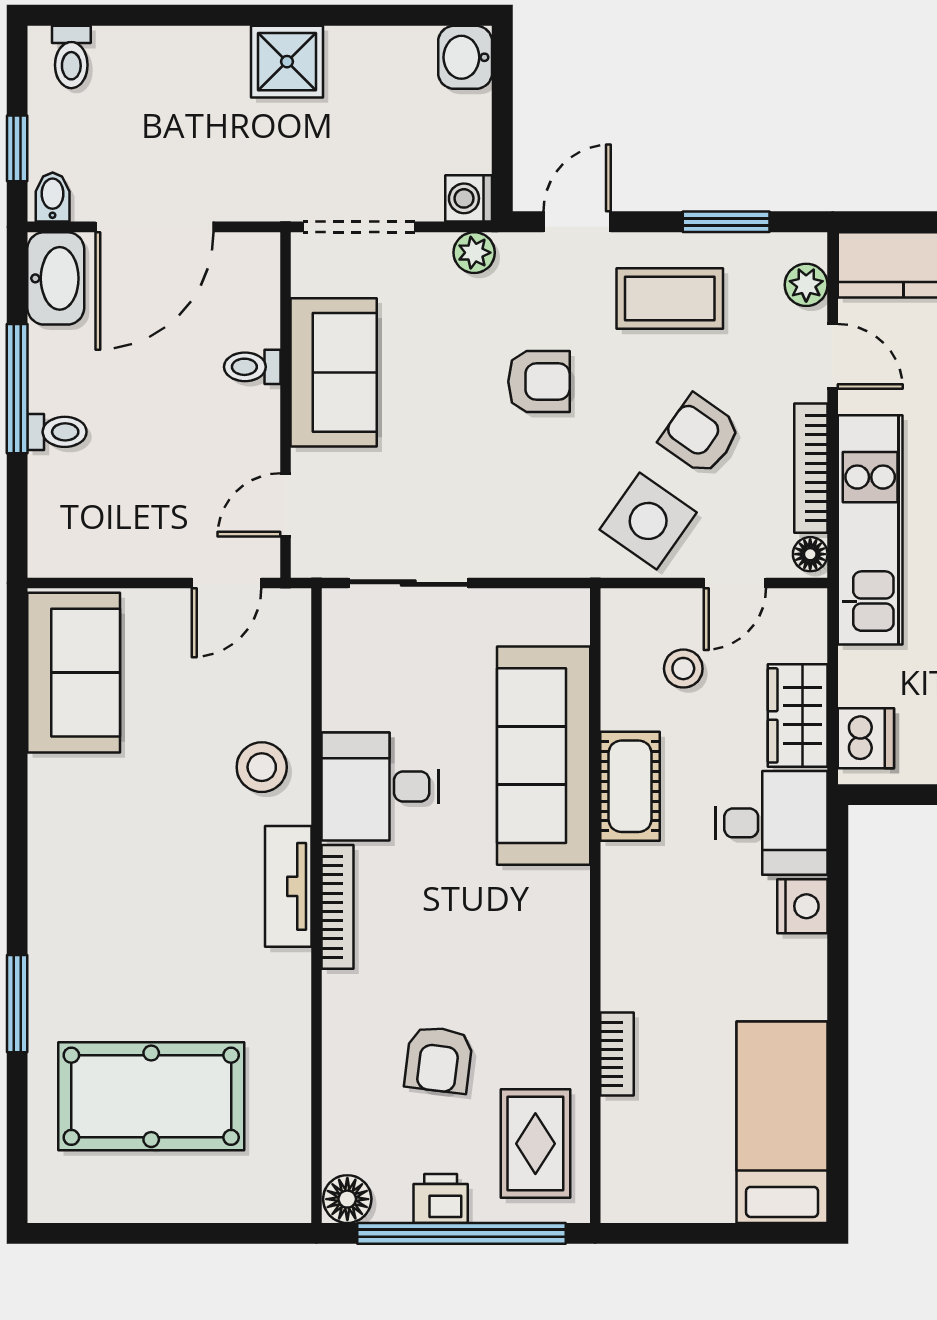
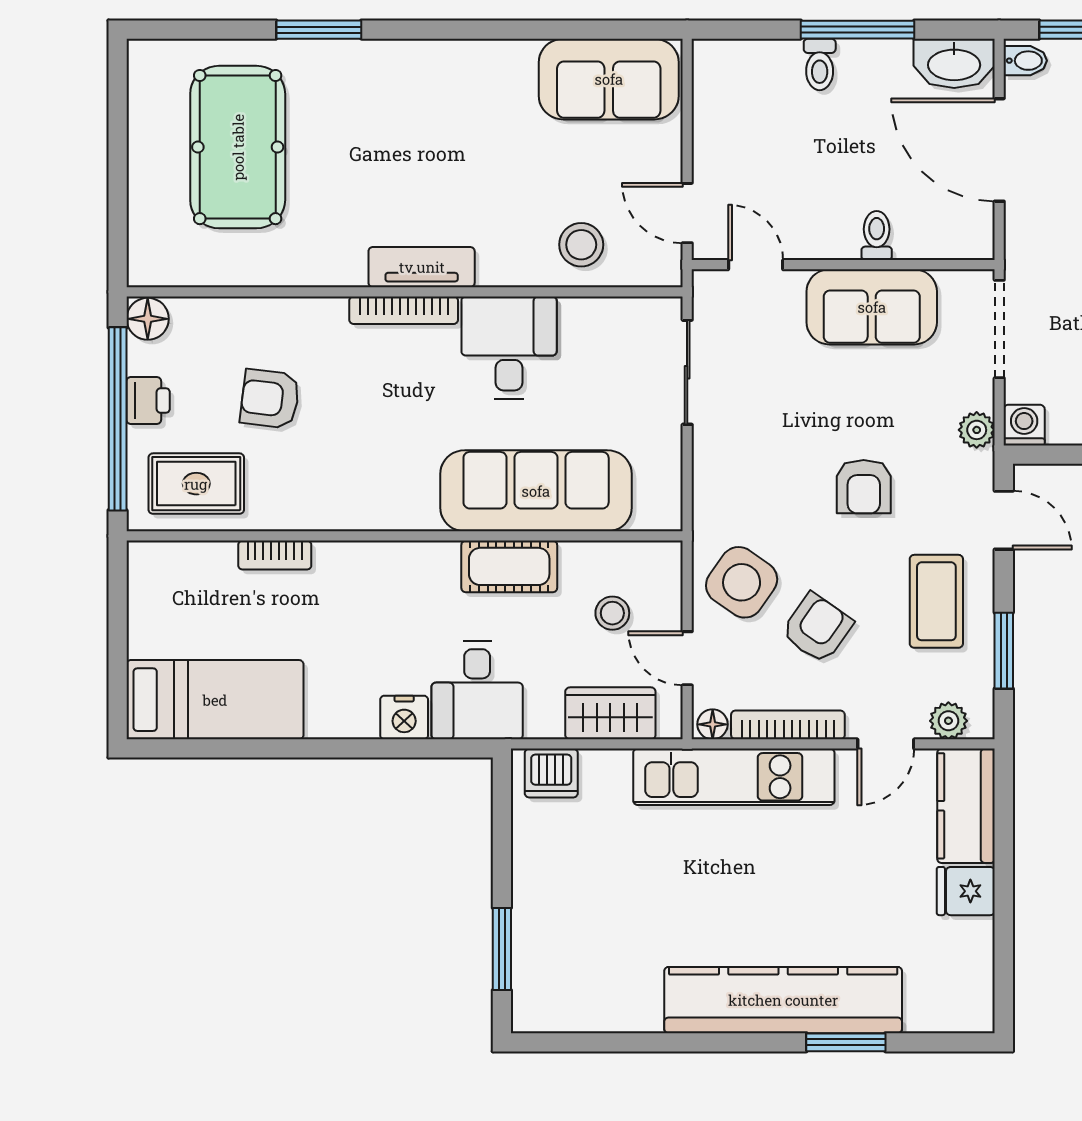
wardrobe: (798, 715) -> (610, 713), moved
stool: (262, 767) -> (581, 245), moved

